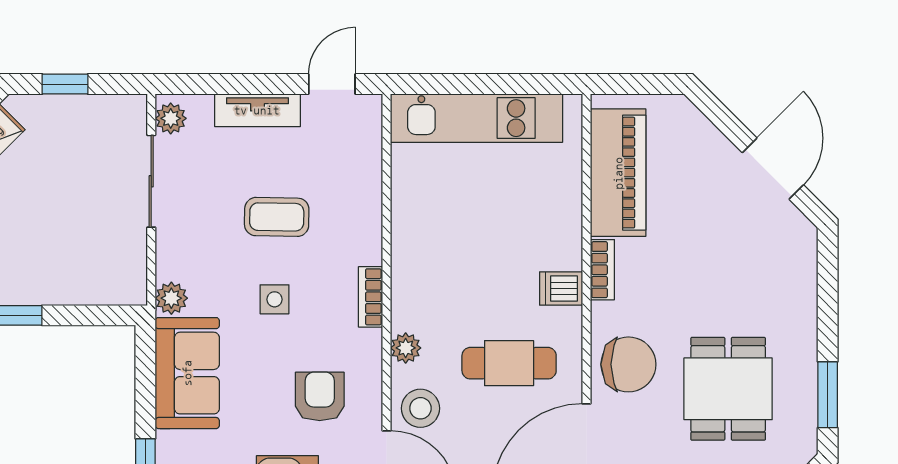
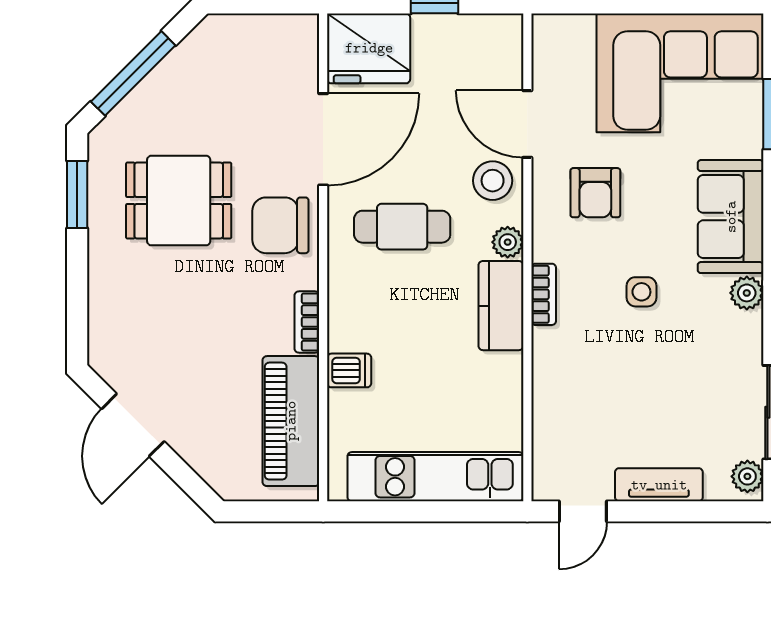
coffee table: (277, 217) -> (639, 376), removed
kitchen counter: (412, 286) -> (501, 306), added
dishwasher: (561, 289) -> (349, 370), moved
dining table: (728, 389) -> (179, 201), turned 90

